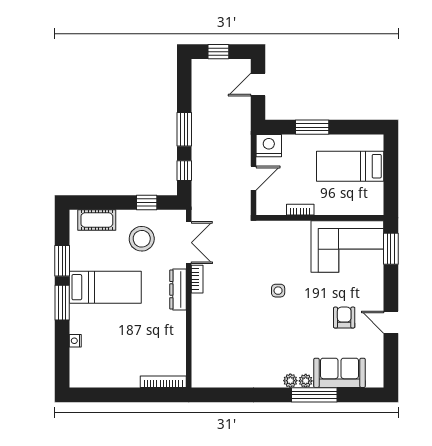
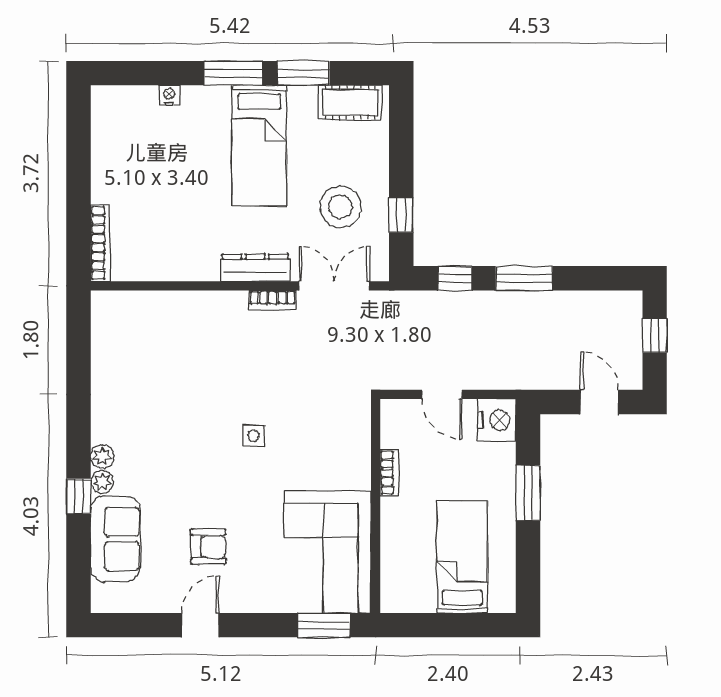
cot: (97, 220) -> (350, 102), moved, turned 90
double door: (189, 243) -> (334, 286), swing flipped
window: (314, 395) -> (79, 496), width x0.46

